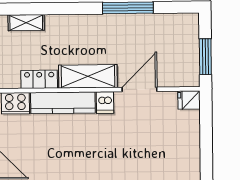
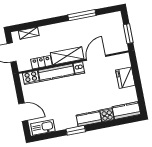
fridge: (189, 100) -> (125, 78), moved, width x1.88, depth x1.34

